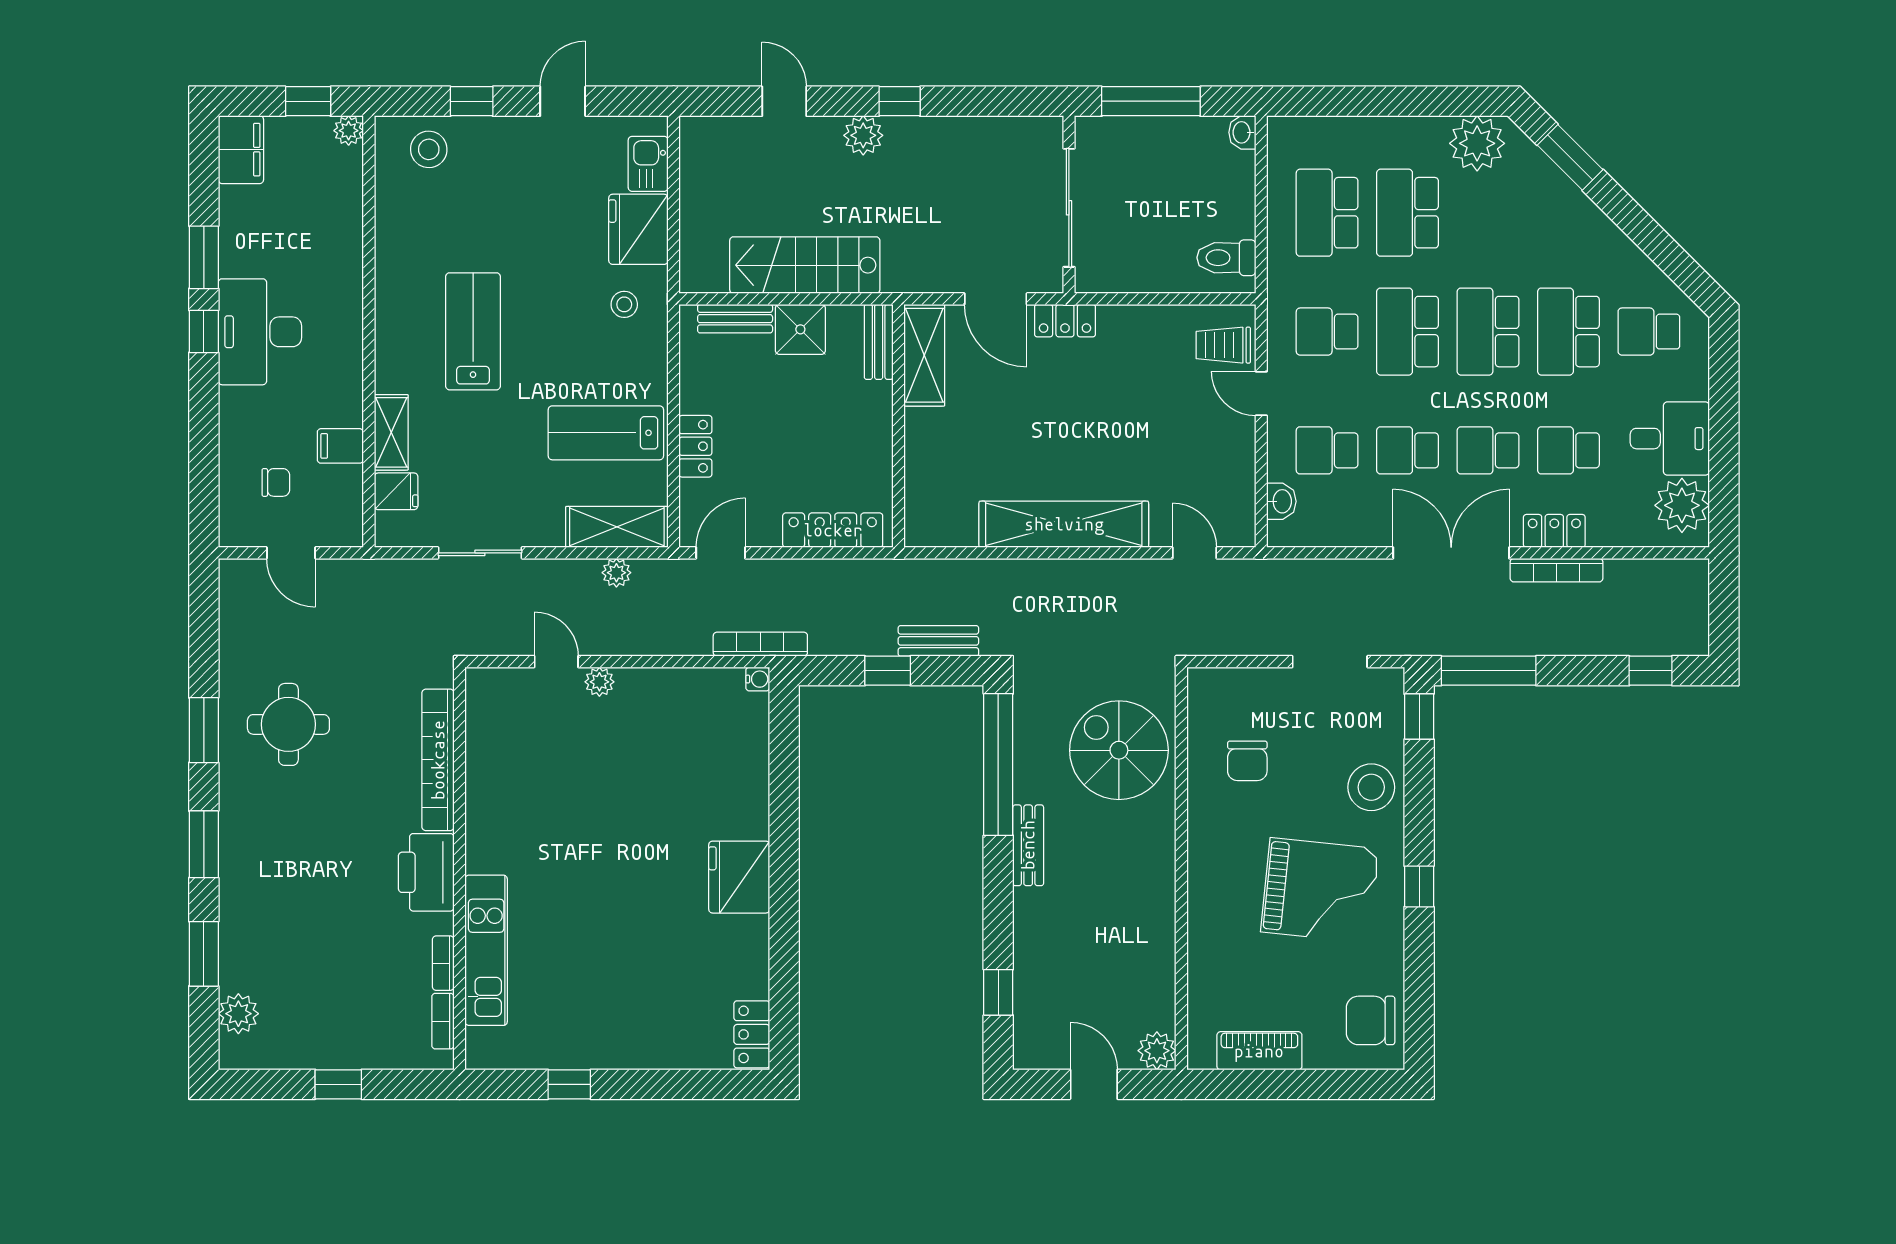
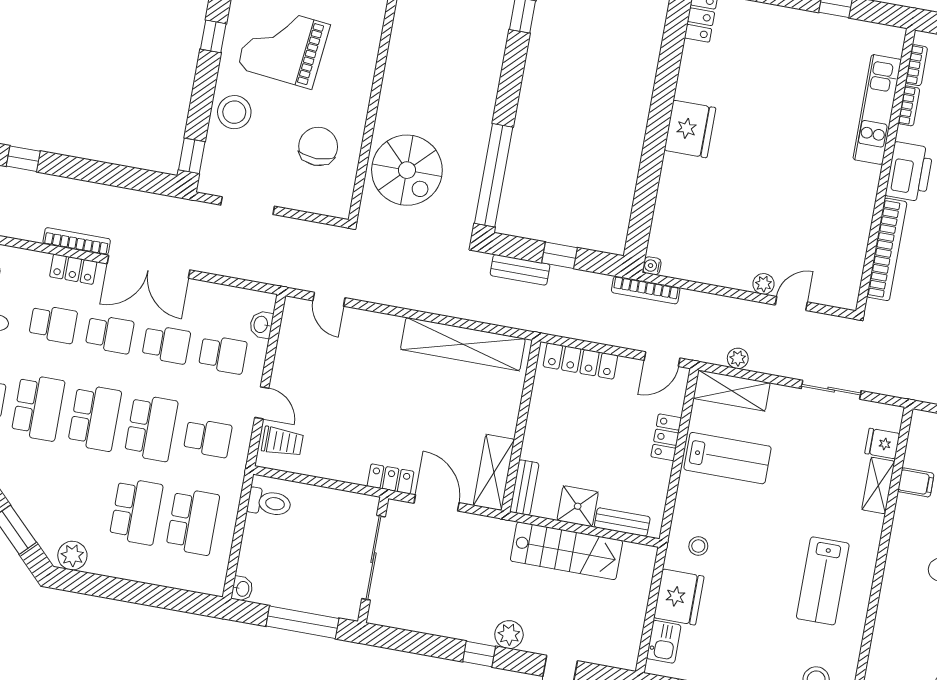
plant: (1477, 143) -> (72, 556), width x0.73, depth x0.73
lab bench: (473, 331) -> (823, 581), moved
shelving: (1064, 524) -> (463, 344), moved
door: (556, 662) -> (791, 303), swing flipped
window: (1489, 671) -> (137, 179), removed
chair: (1247, 761) -> (318, 146), width x1.37, depth x1.37
bench: (1028, 845) -> (483, 115), removed

